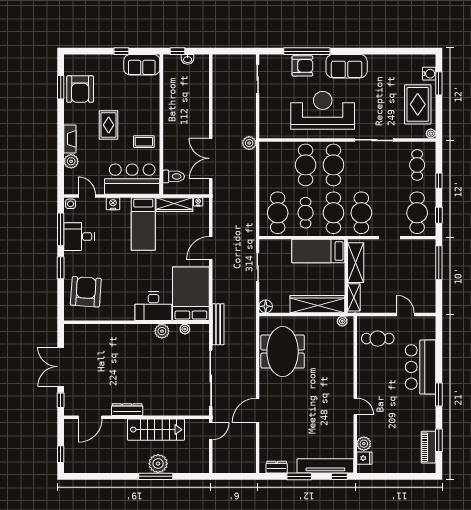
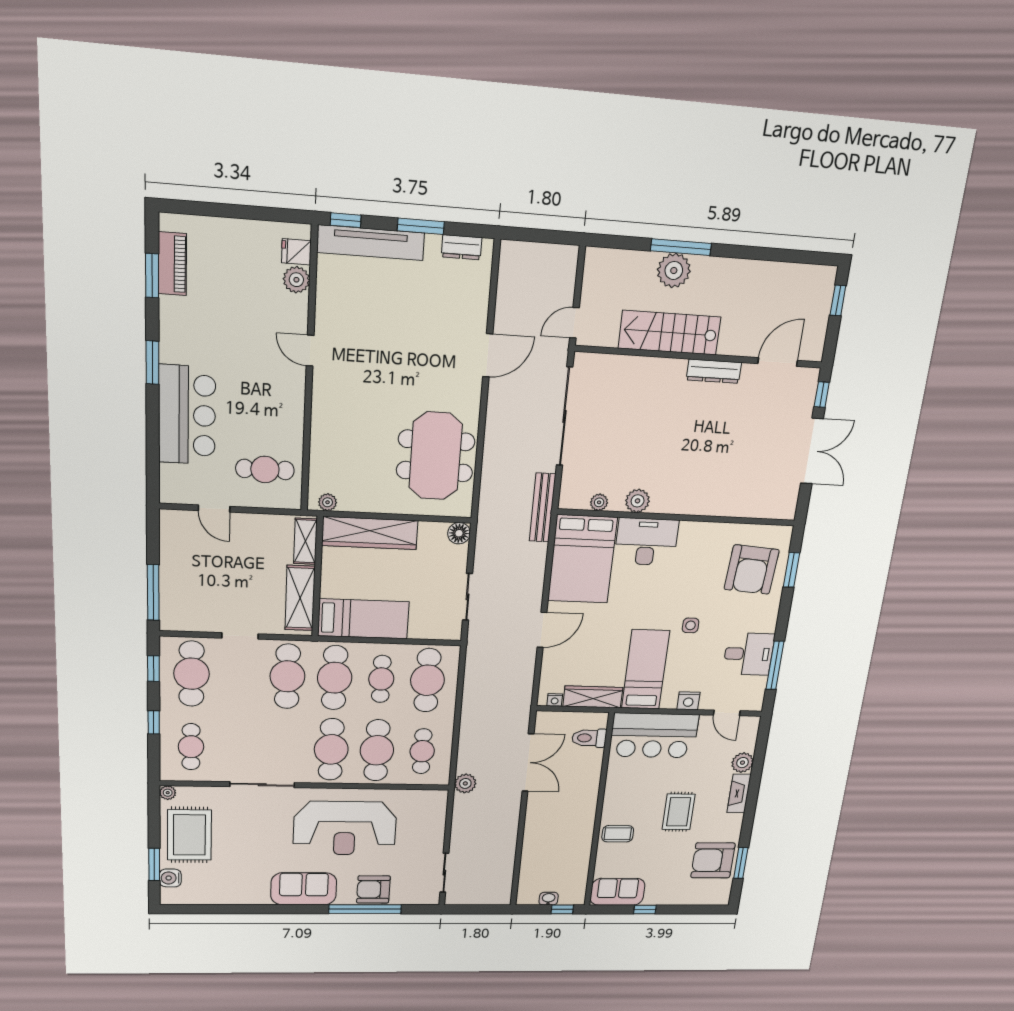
armchair: (80, 89) -> (713, 860), turned -90
coffee table: (144, 142) -> (618, 834), moved
cafe table: (278, 165) -> (422, 751), added
side table: (71, 204) -> (691, 625), moved
window: (61, 268) -> (791, 570), moved

